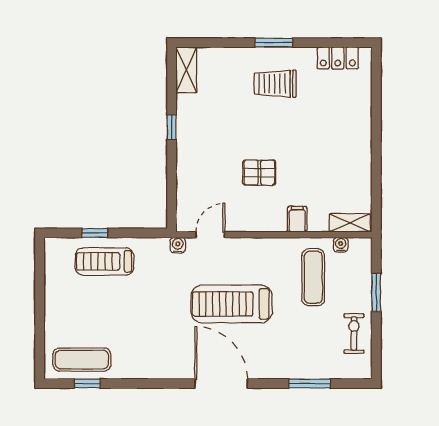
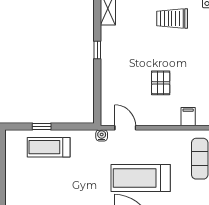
pallet: (259, 173) -> (161, 83), turned 90
door: (210, 235) -> (125, 128), hinge flipped

